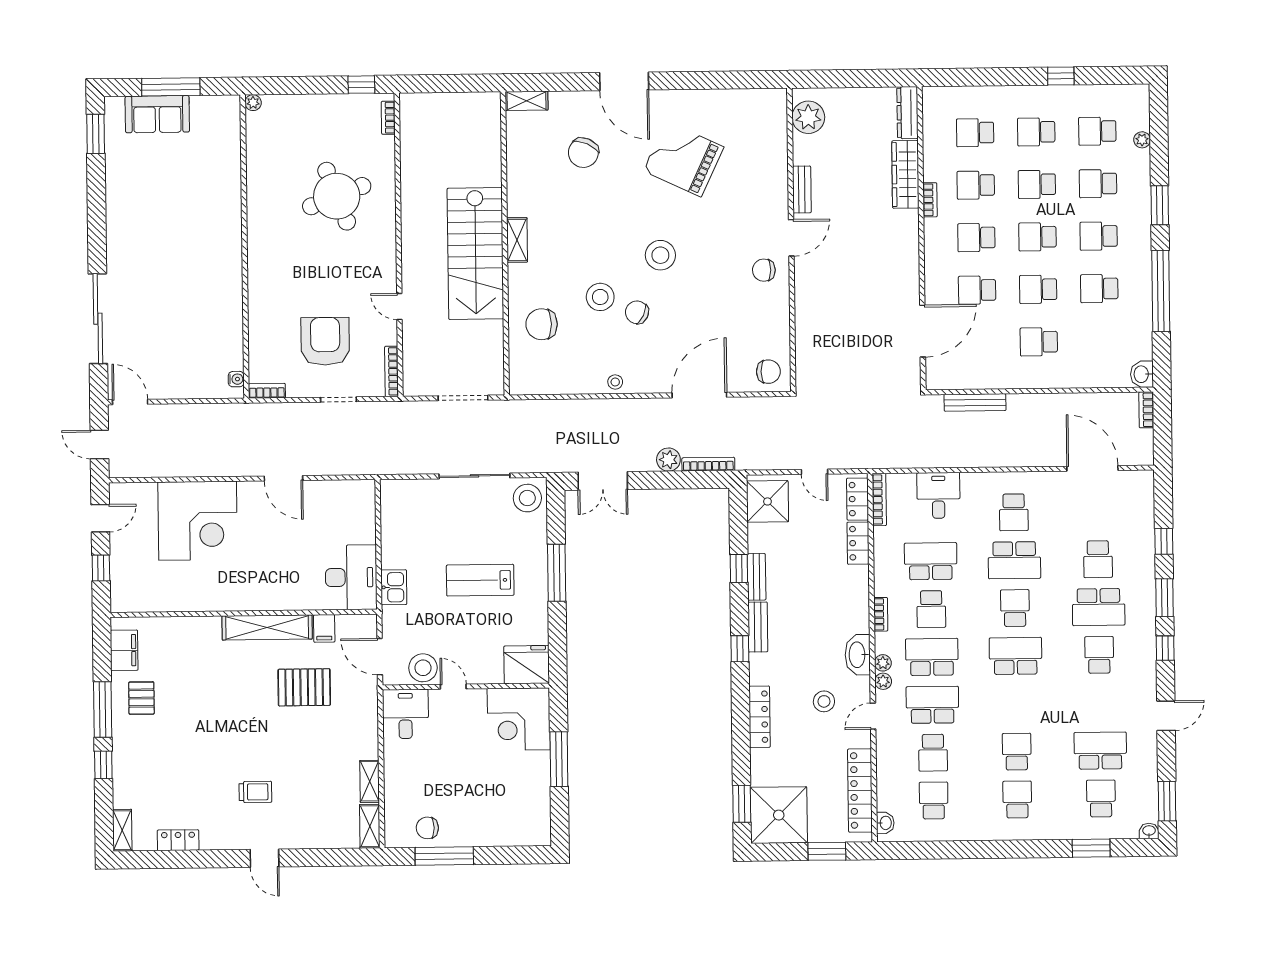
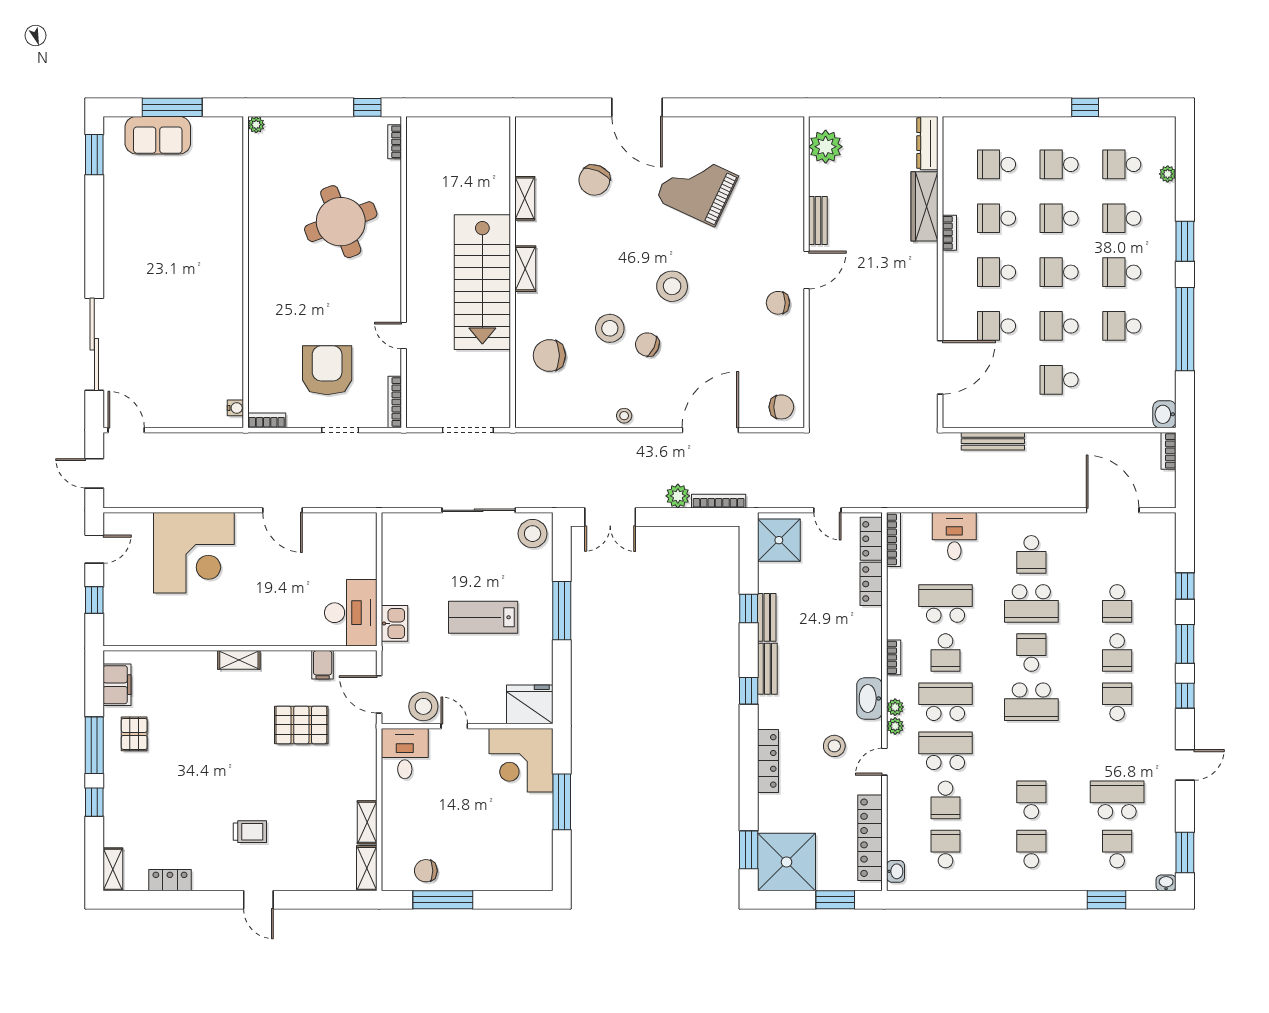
shelving: (527, 101) -> (525, 198), moved, turned 90
school desk: (1099, 607) -> (1117, 653), width x0.54
shelving: (267, 627) -> (239, 660), width x0.45, depth x0.75
school desk: (1016, 656) -> (1031, 702), turned 180

